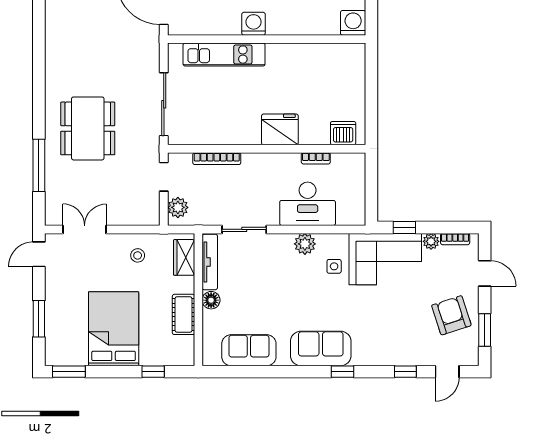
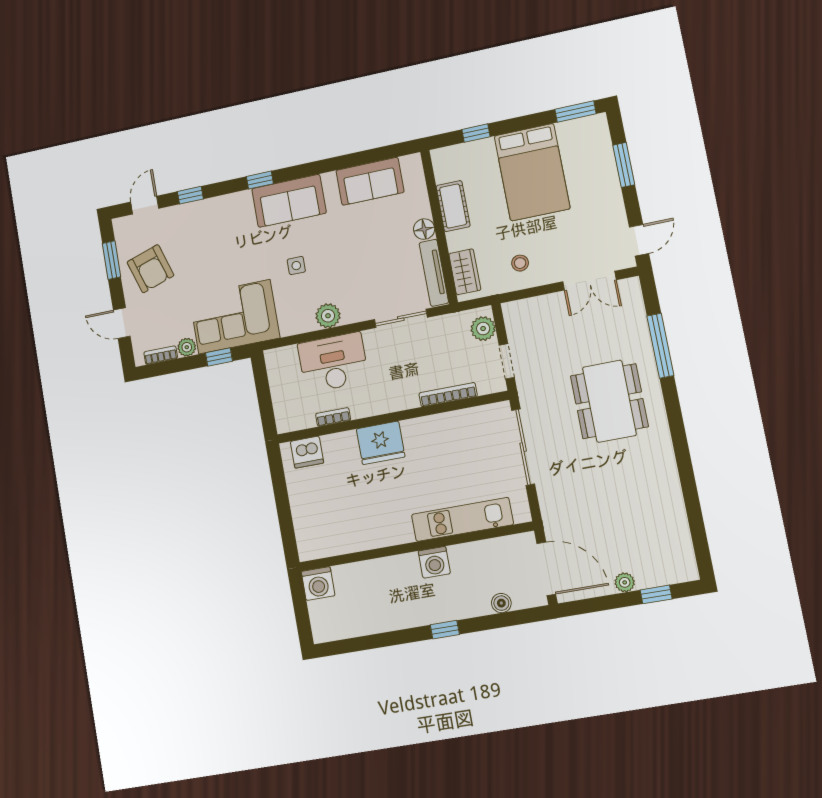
side table: (334, 266) -> (296, 266), moved

